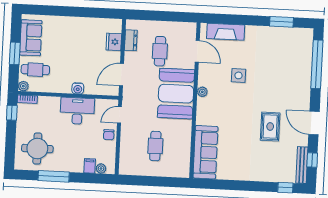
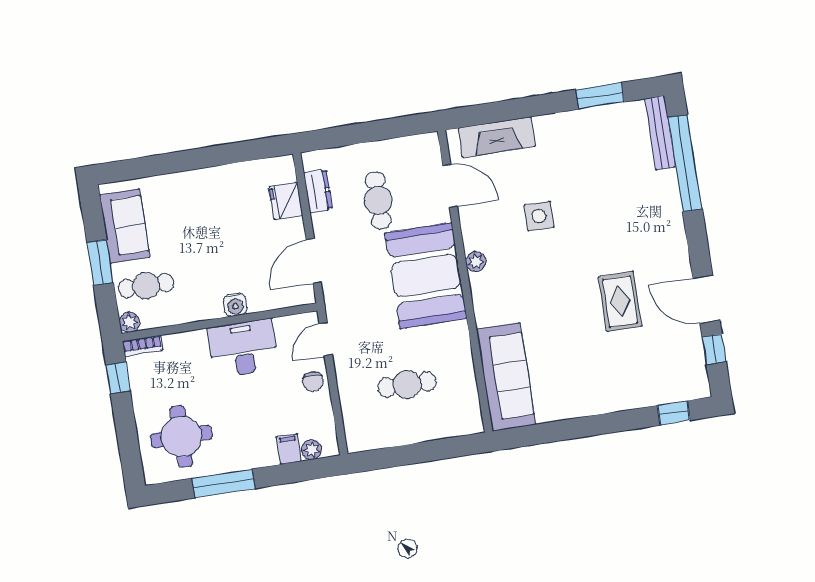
door: (314, 123) -> (706, 299), moved
cafe table: (155, 146) -> (407, 385), turned 90
bench: (302, 165) -> (660, 133), moved

